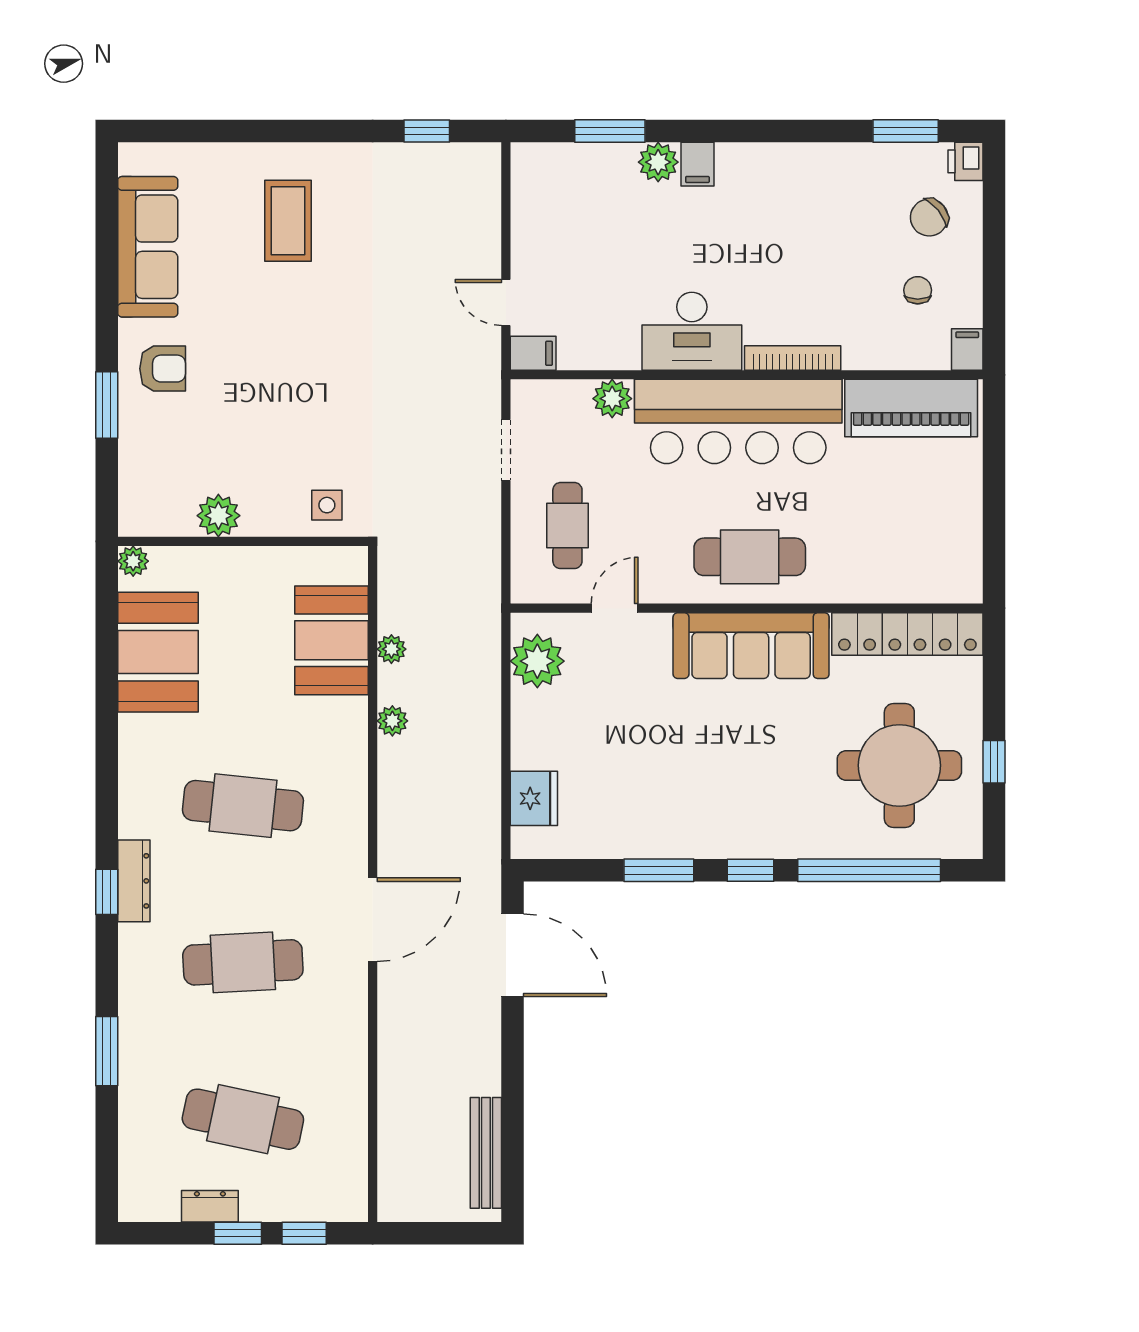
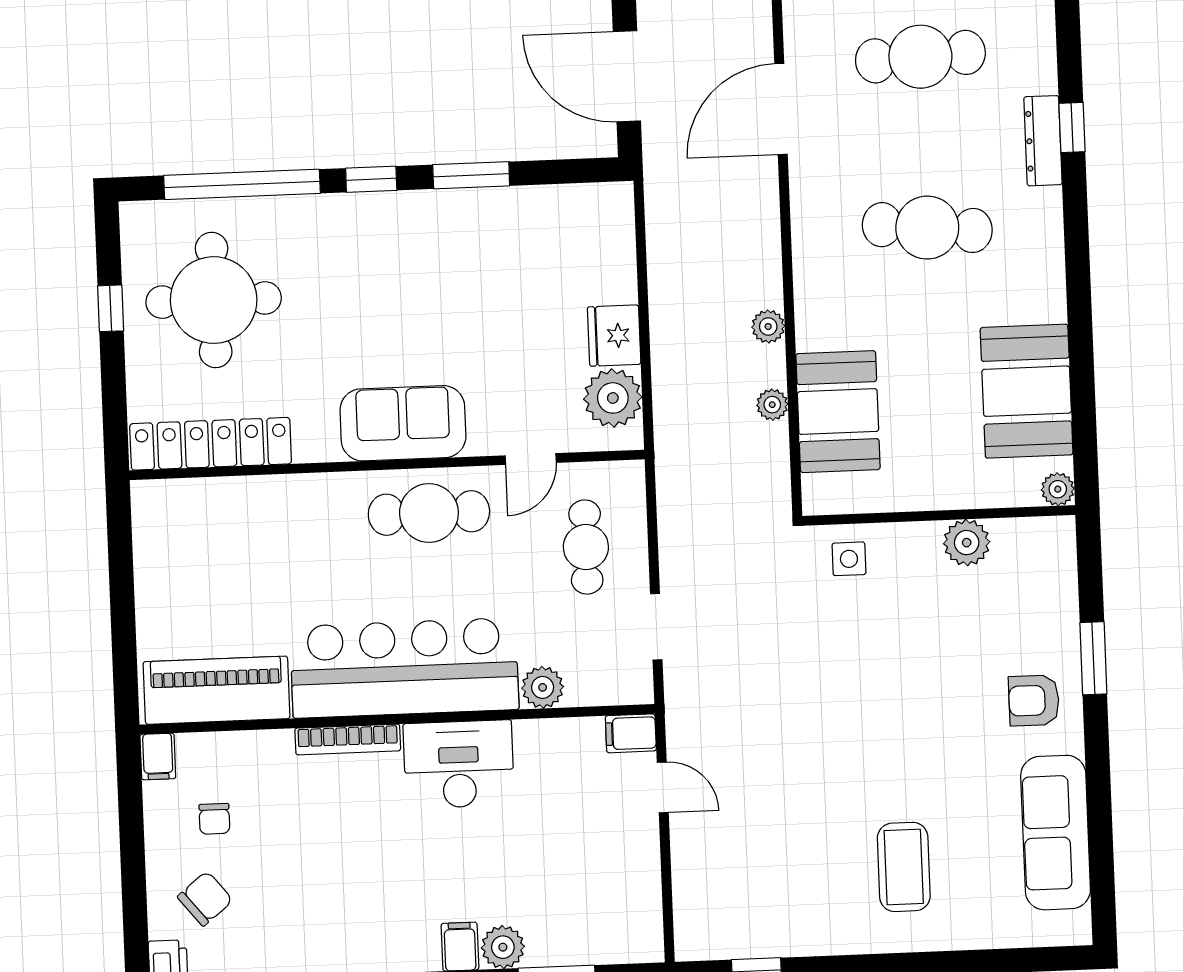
cafe table: (750, 557) -> (429, 513), moved
sofa: (751, 646) -> (403, 423), width x0.73
fridge: (534, 798) -> (614, 336), moved

